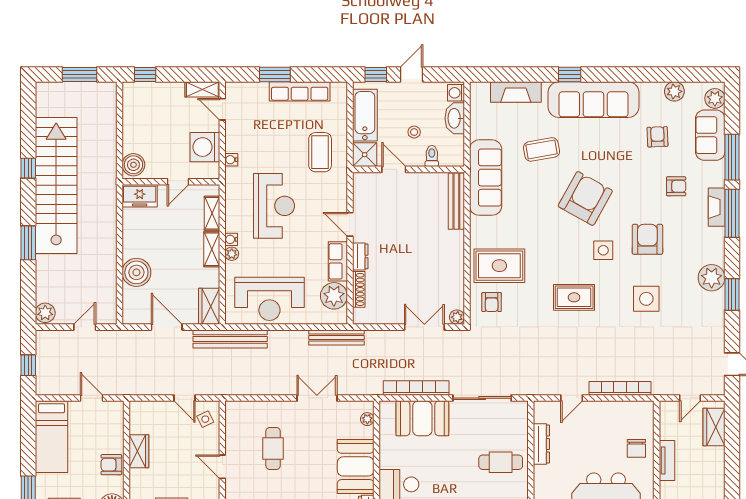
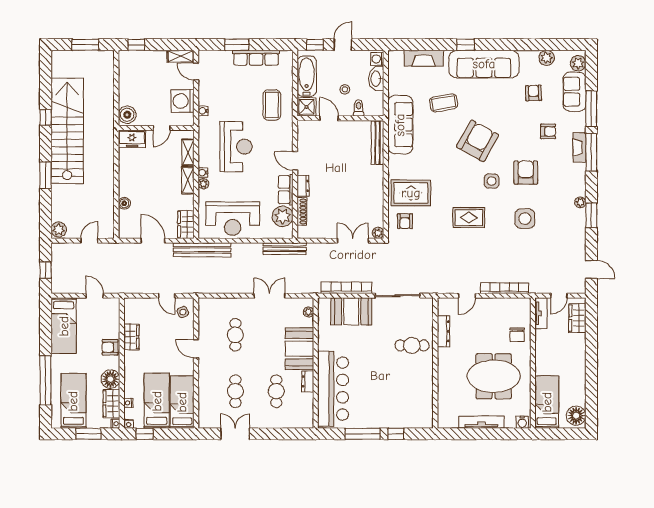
boiler: (136, 272) -> (124, 203), width x0.54, depth x0.54
plant: (712, 278) -> (580, 202), width x0.53, depth x0.53
tv unit: (667, 460) -> (541, 313), moved

